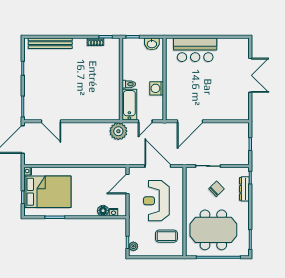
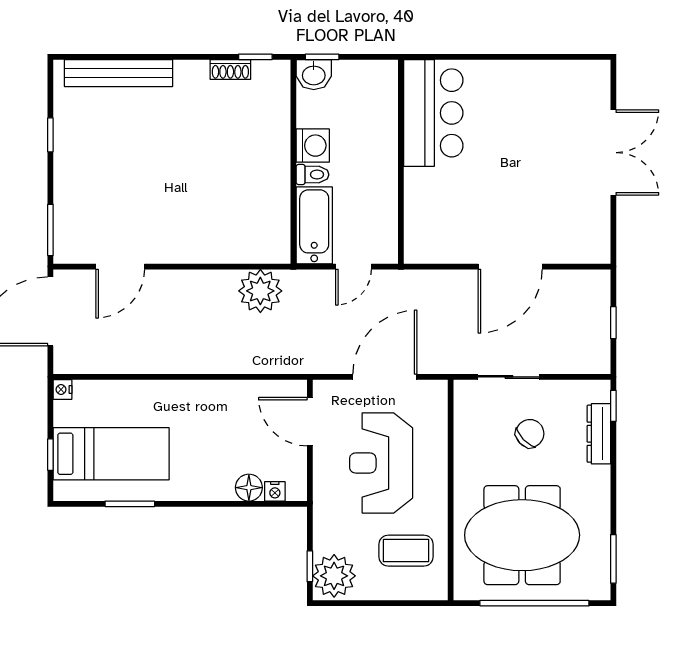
washbasin: (152, 44) -> (314, 75), moved
bar counter: (195, 50) -> (433, 113), moved, turned -90
washing machine: (157, 88) -> (313, 146), moved, turned 180
door: (51, 121) -> (120, 267), hinge flipped
door: (190, 121) -> (510, 267), moved
plant: (118, 131) -> (260, 291), moved
door: (158, 166) -> (385, 377), hinge flipped
door: (128, 184) -> (310, 422), hinge flipped
bed: (47, 192) -> (111, 454), width x0.67
plant: (133, 246) -> (334, 576), width x1.88, depth x1.88

